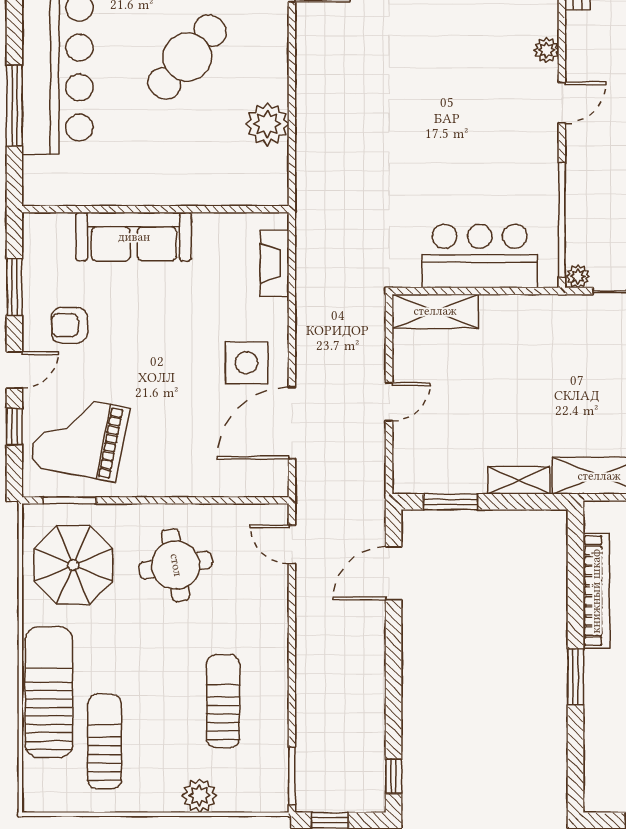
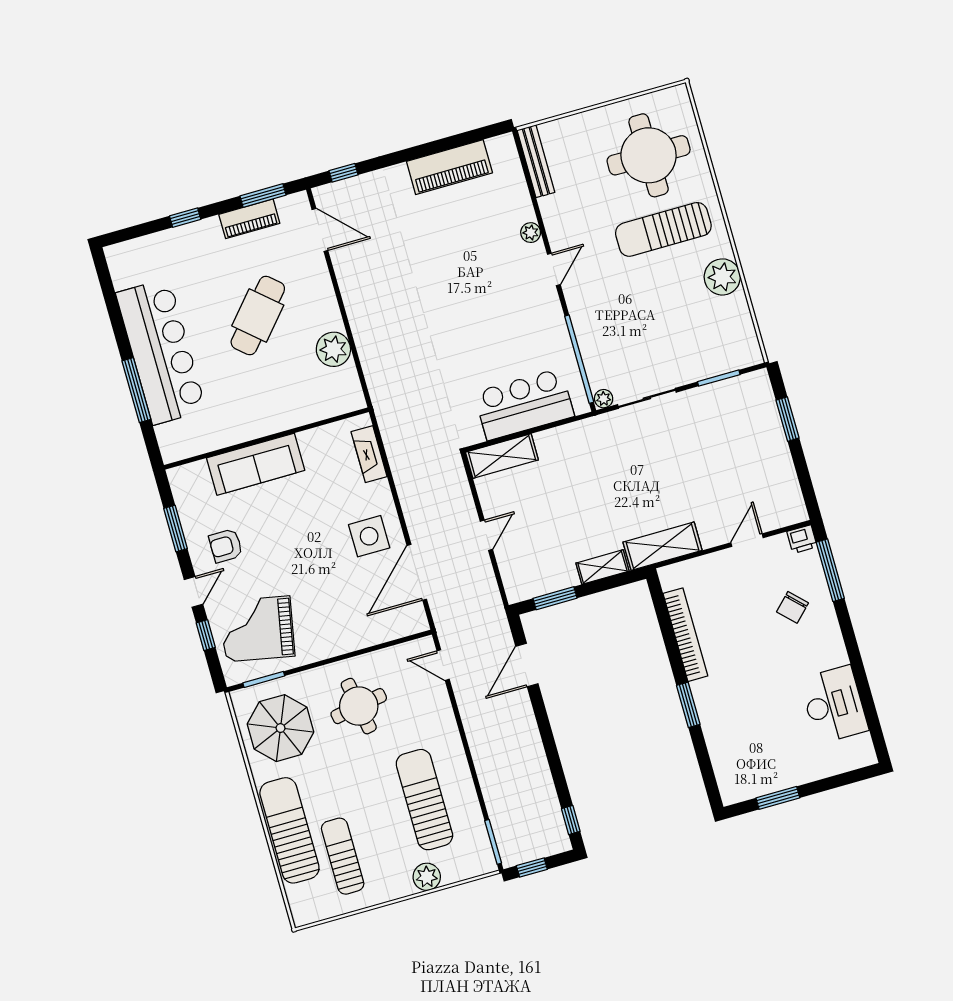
sun lounger: (223, 701) -> (424, 800), width x1.36, depth x1.34

